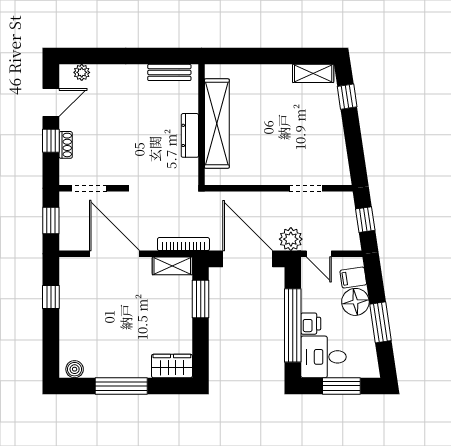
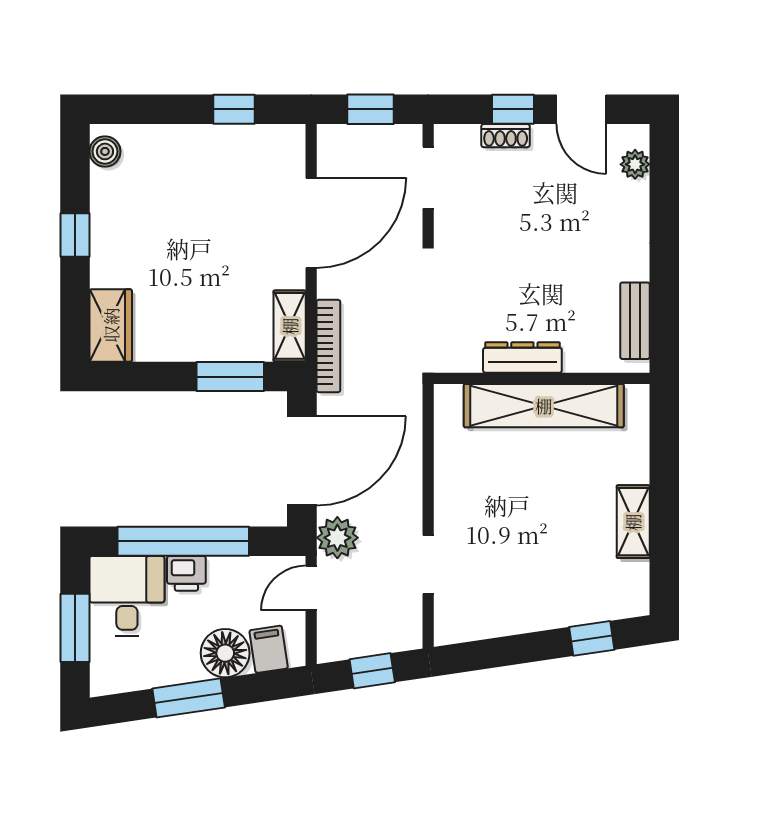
shelving: (313, 73) -> (633, 522), moved
window: (121, 386) -> (75, 235), width x0.46

